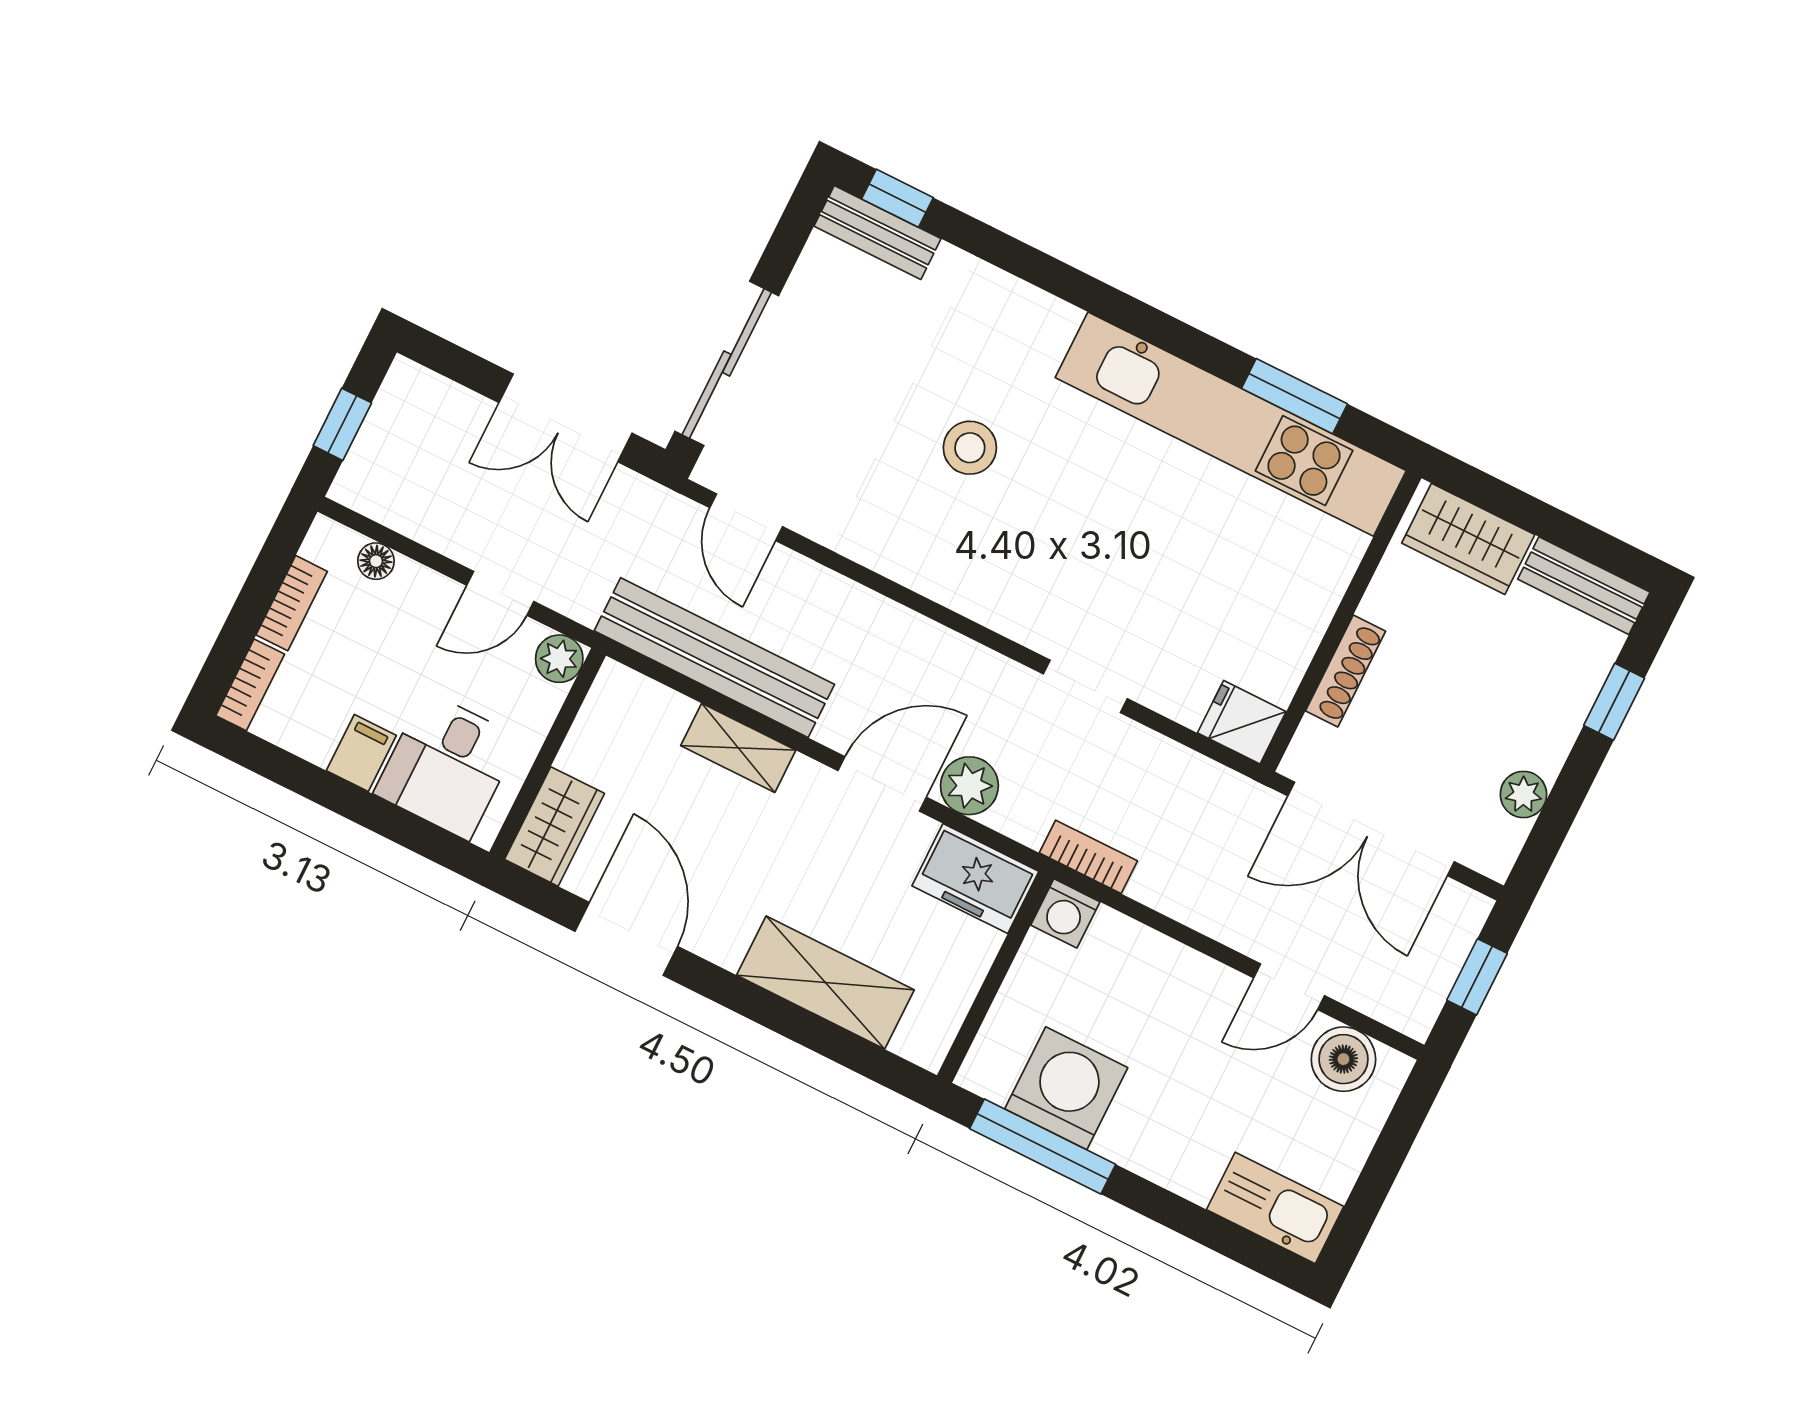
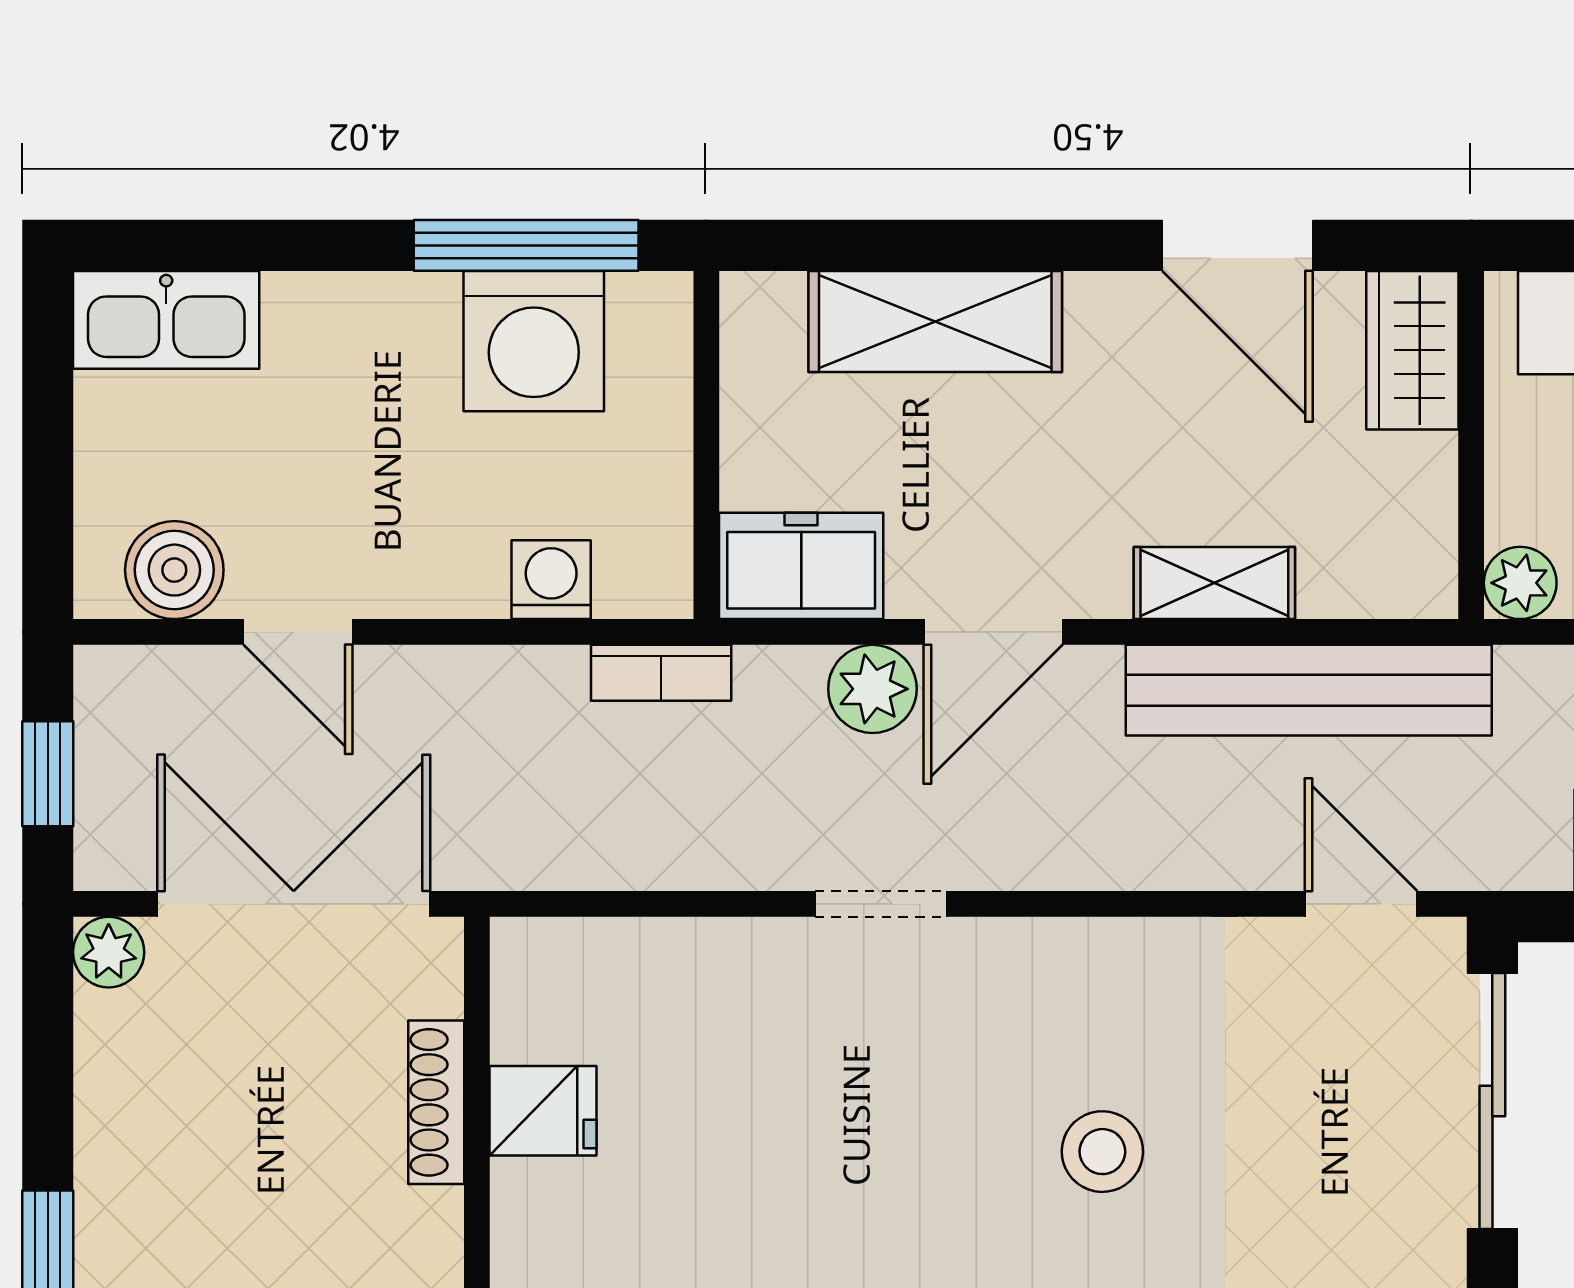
doorway: (1085, 686) -> (881, 904), moved
fridge: (1242, 722) -> (543, 1111), moved
plant: (1523, 794) -> (109, 952), moved
washing machine: (1065, 913) -> (551, 580), moved
door: (1289, 987) -> (298, 632), swing flipped

